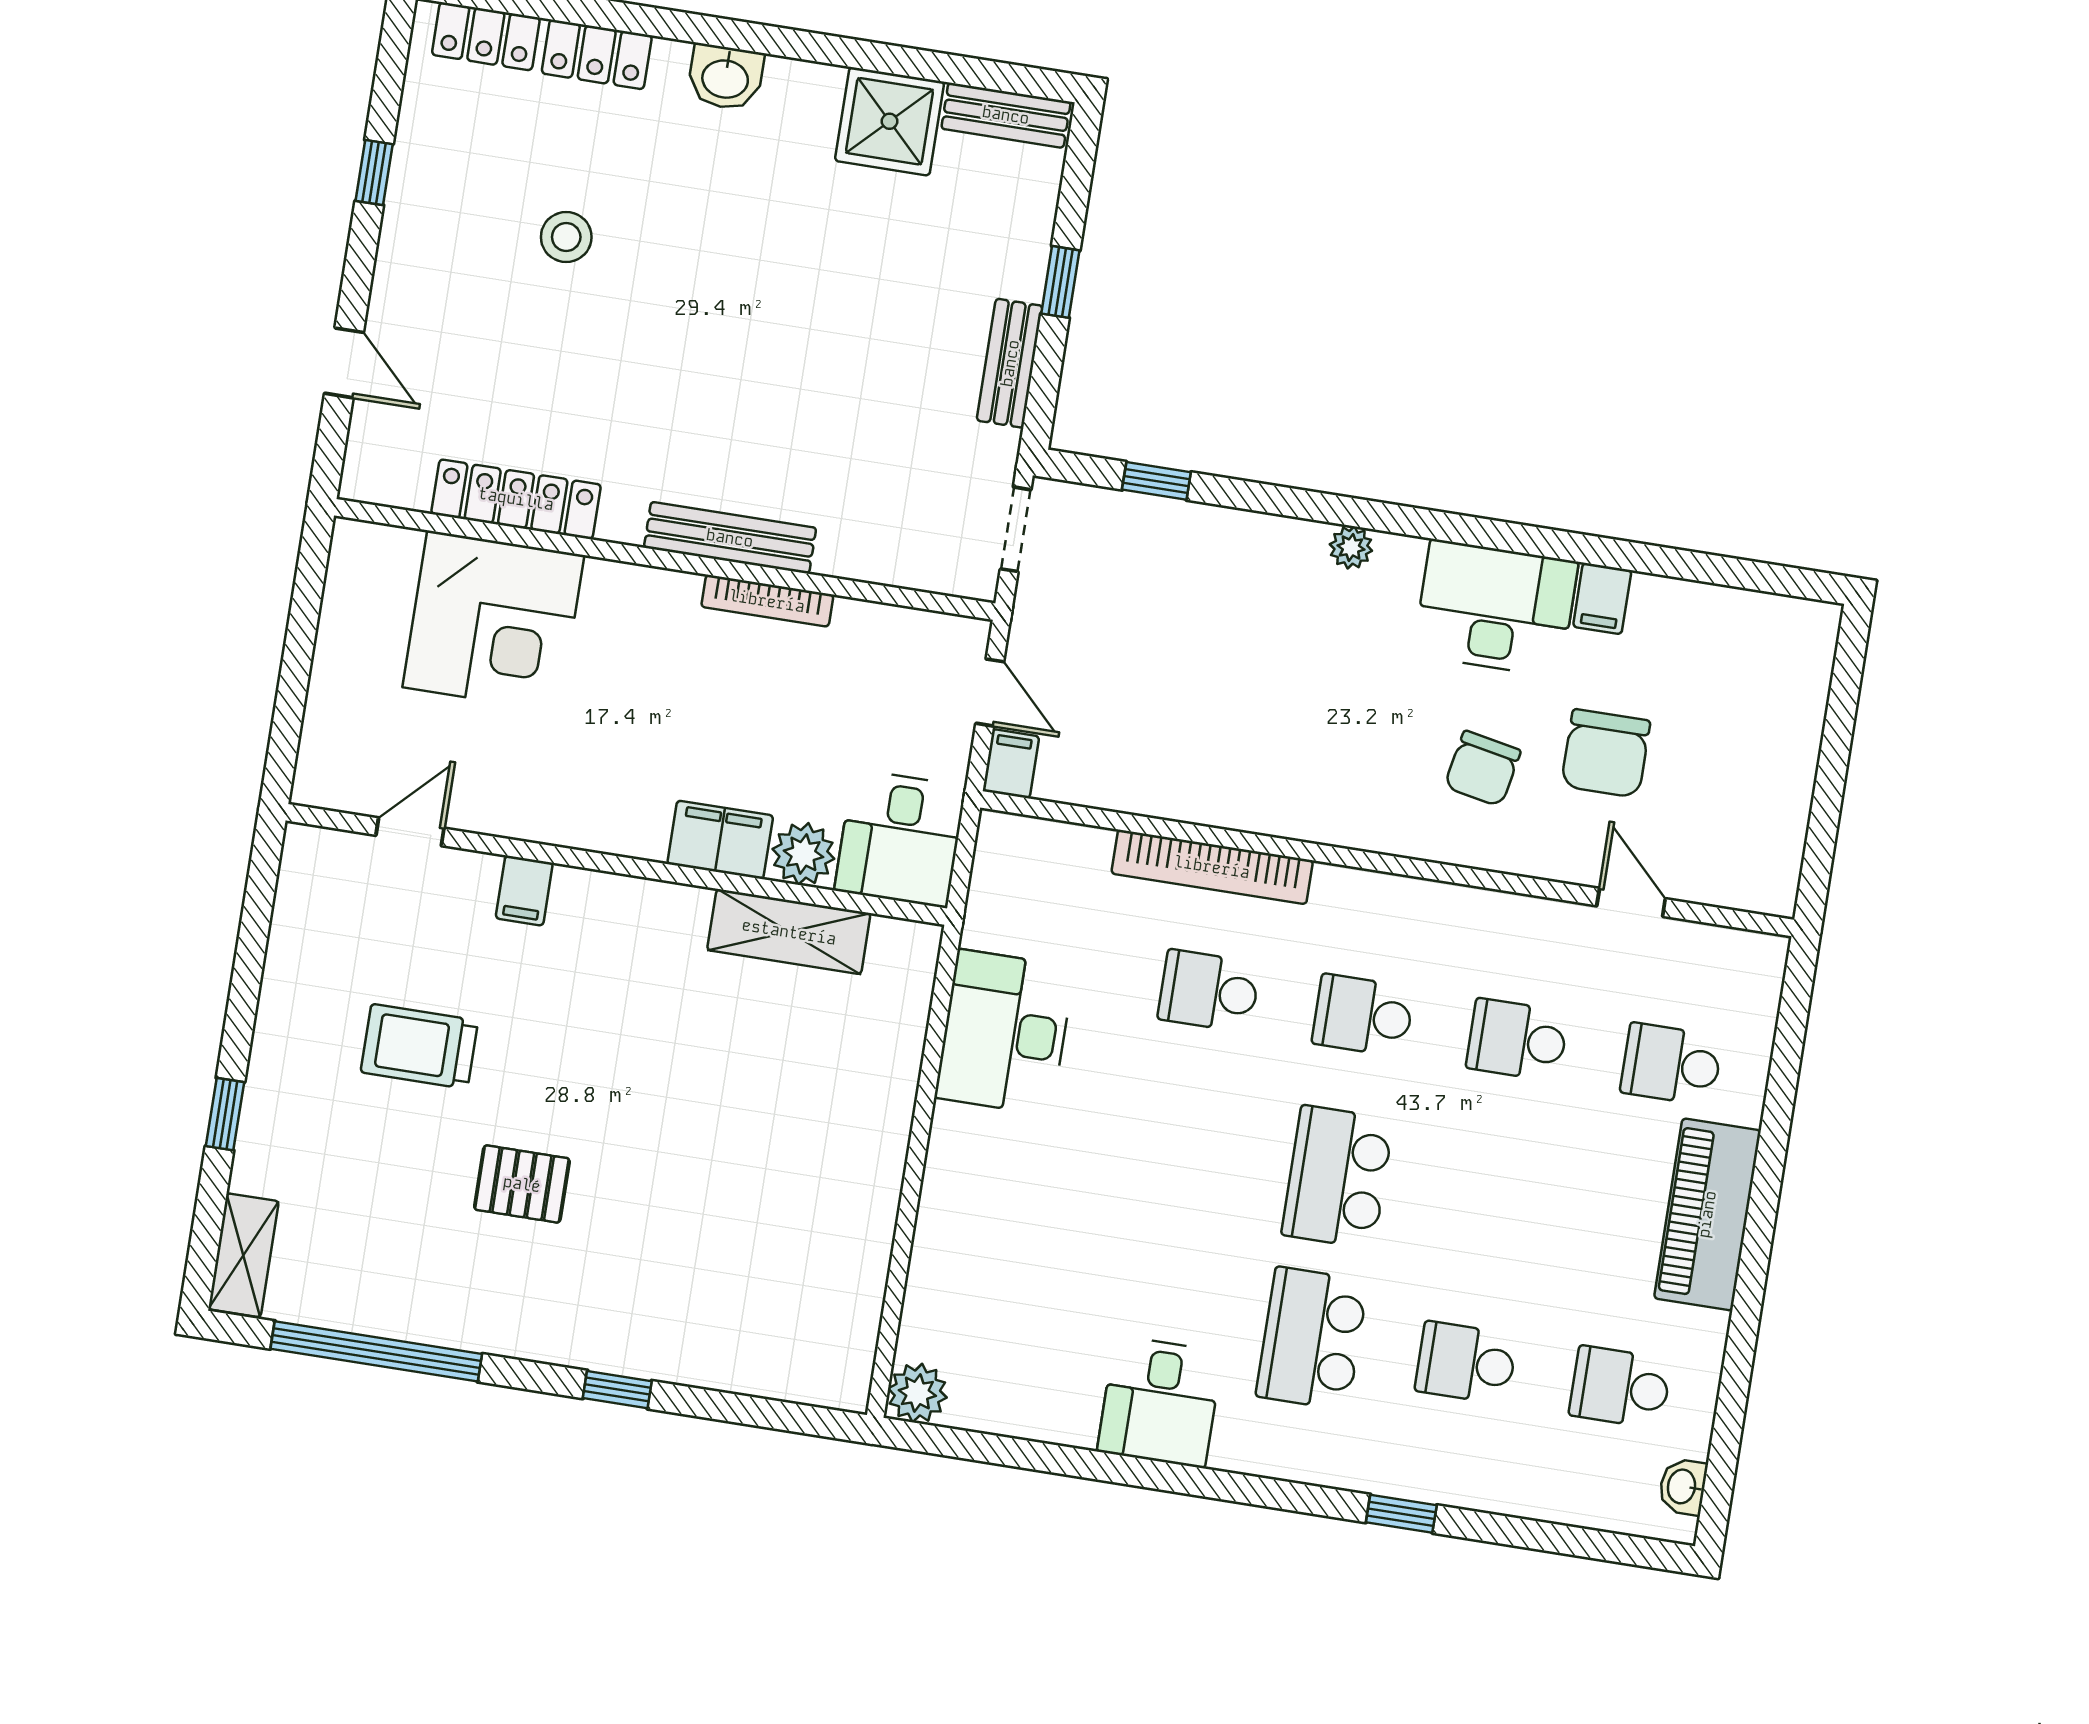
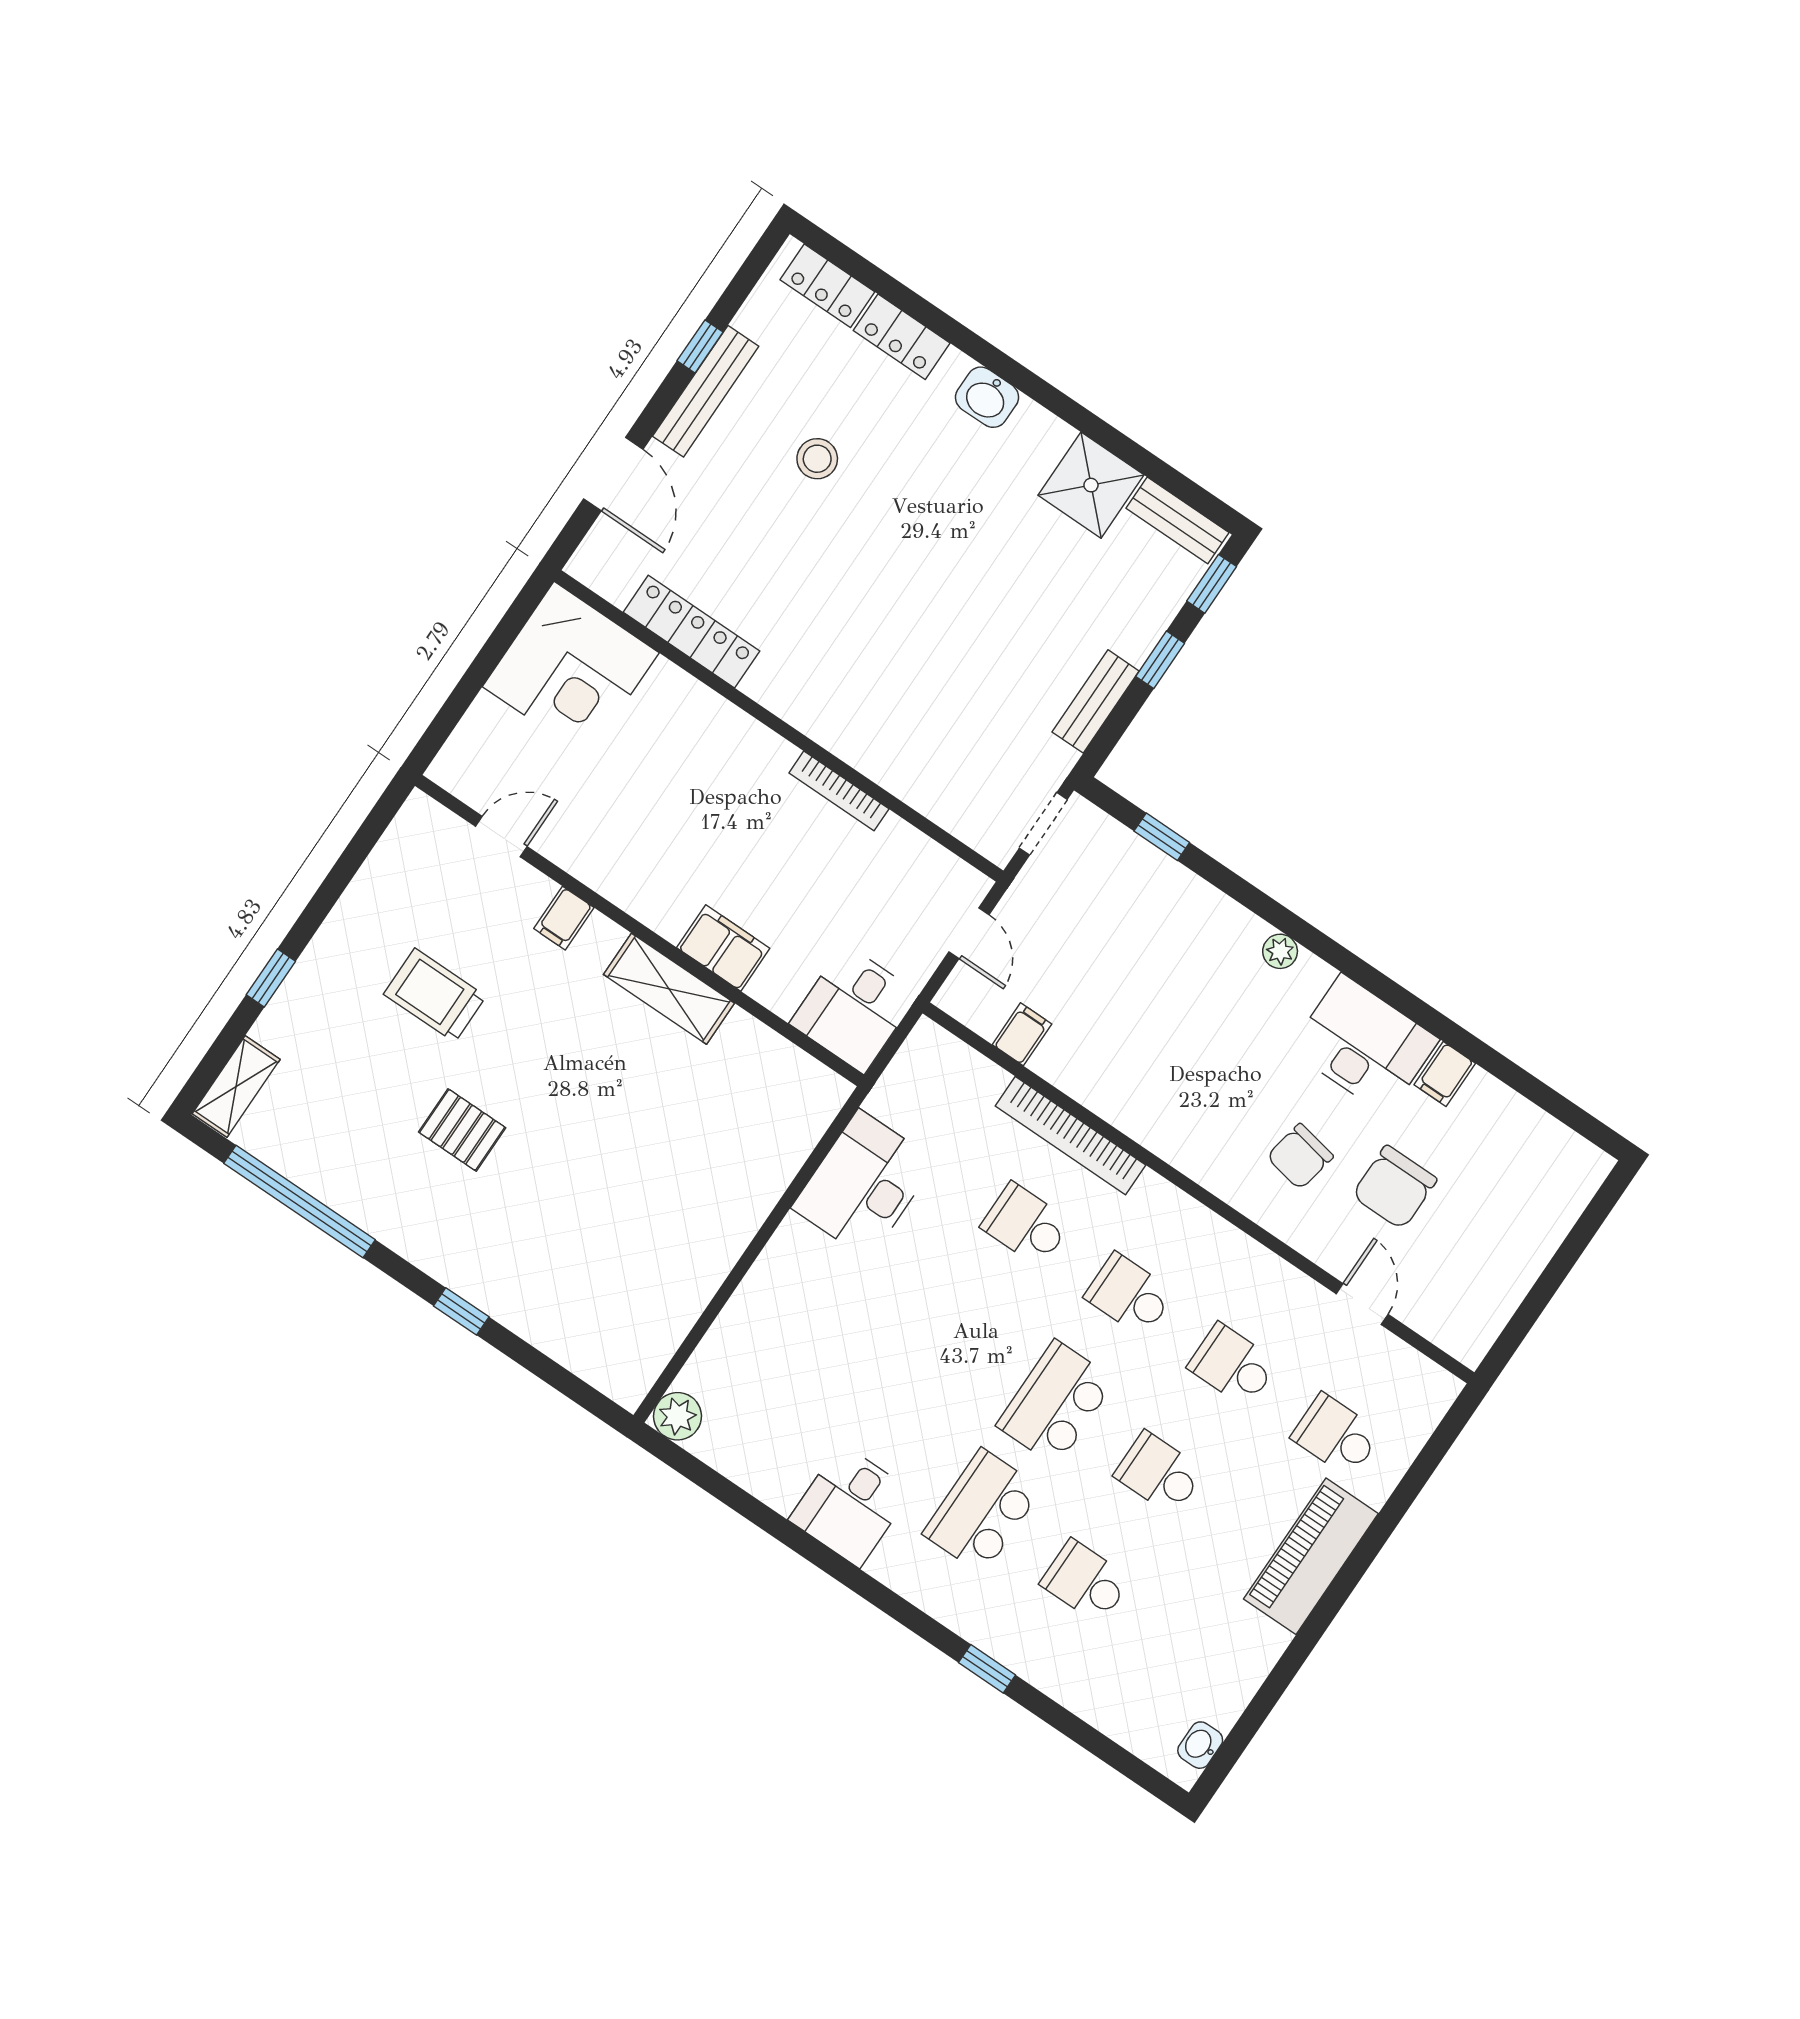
window: (1078, 169) -> (1212, 584), added
door: (344, 363) -> (613, 474), width x1.38
bench: (730, 538) -> (706, 391), moved, turned 90
corner desk: (493, 621) -> (571, 670), moved
filing cabinet: (1011, 764) -> (1022, 1034), moved
plant: (803, 854) -> (779, 987), removed
shelving: (789, 932) -> (669, 989), moved
school desk: (1620, 1387) -> (1159, 1473), moved

